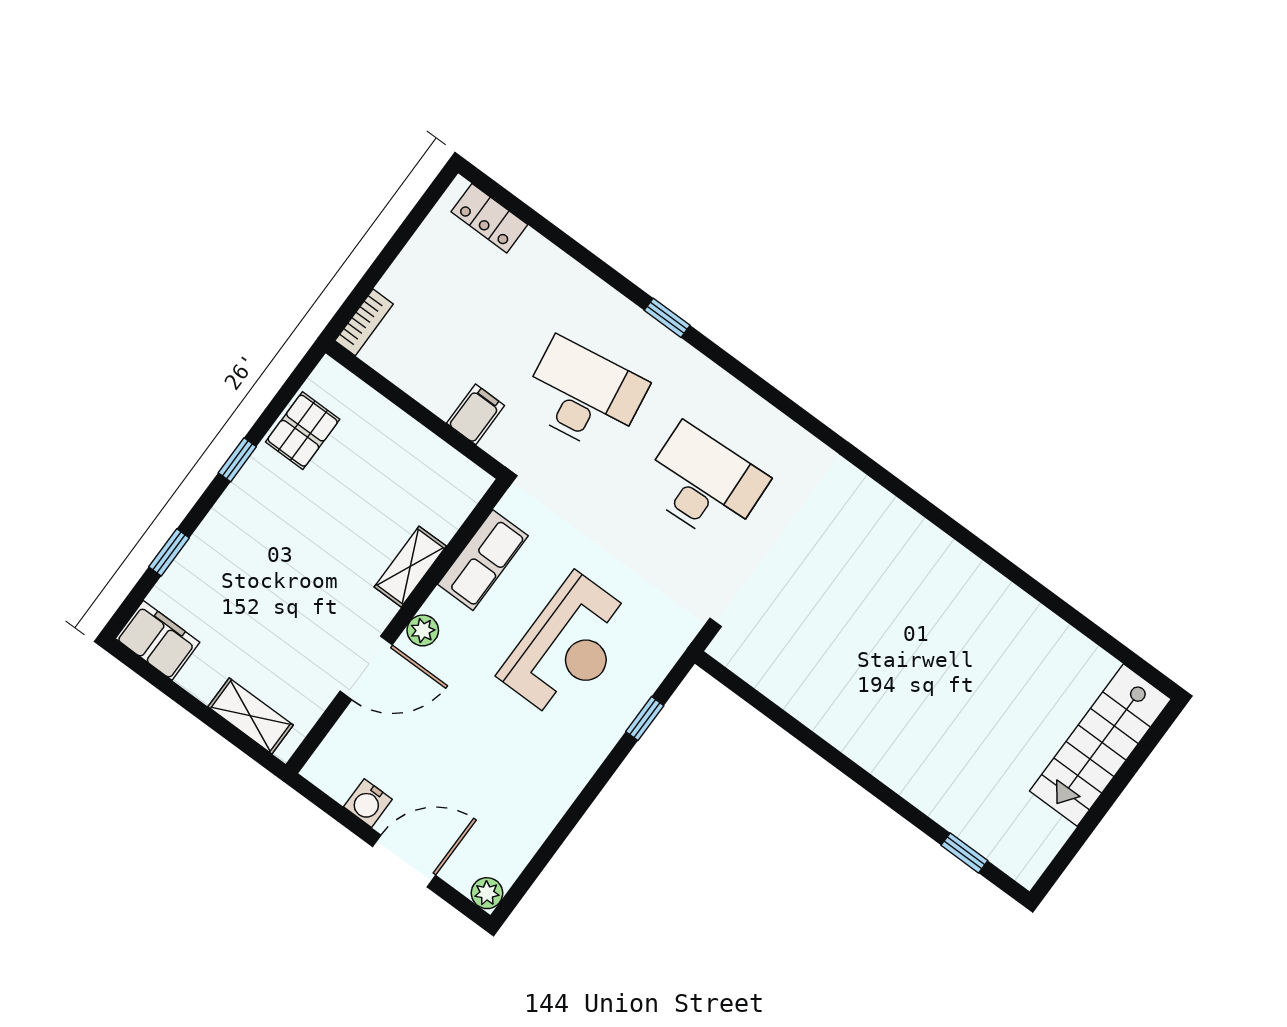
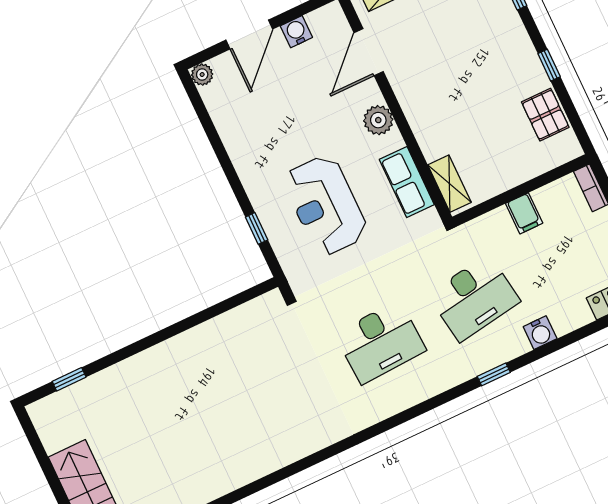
water cooler: (582, 288) -> (540, 333), added
filing cabinet: (476, 414) -> (524, 213), moved
shelving: (410, 567) -> (449, 184), moved
plant: (423, 630) -> (378, 120), width x1.38, depth x1.38
door: (366, 668) -> (369, 52), moved

